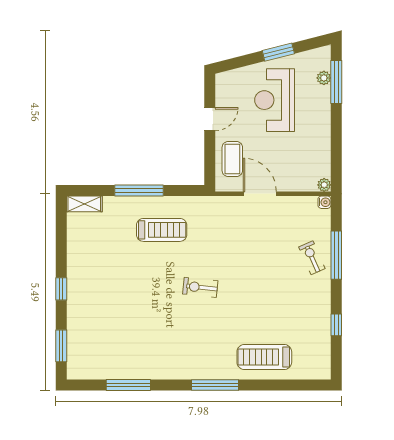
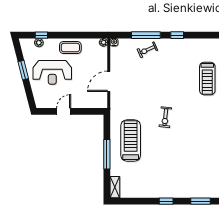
window: (336, 82) -> (41, 35), width x0.46
door: (210, 119) -> (64, 111), hinge flipped
coffee table: (232, 159) -> (70, 48), moved
treadmill: (162, 230) -> (131, 141), width x1.37, depth x1.38
window: (336, 325) -> (177, 35), moved

